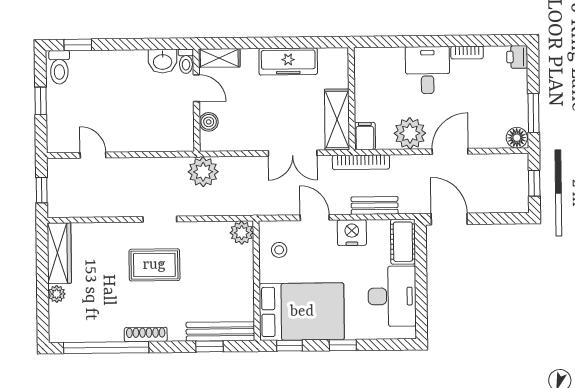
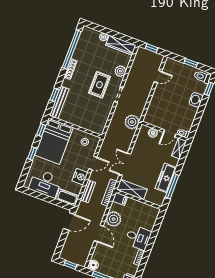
window: (300, 42) -> (172, 186), added
washbasin: (163, 61) -> (196, 100), moved
plant: (242, 233) -> (120, 71), moved

